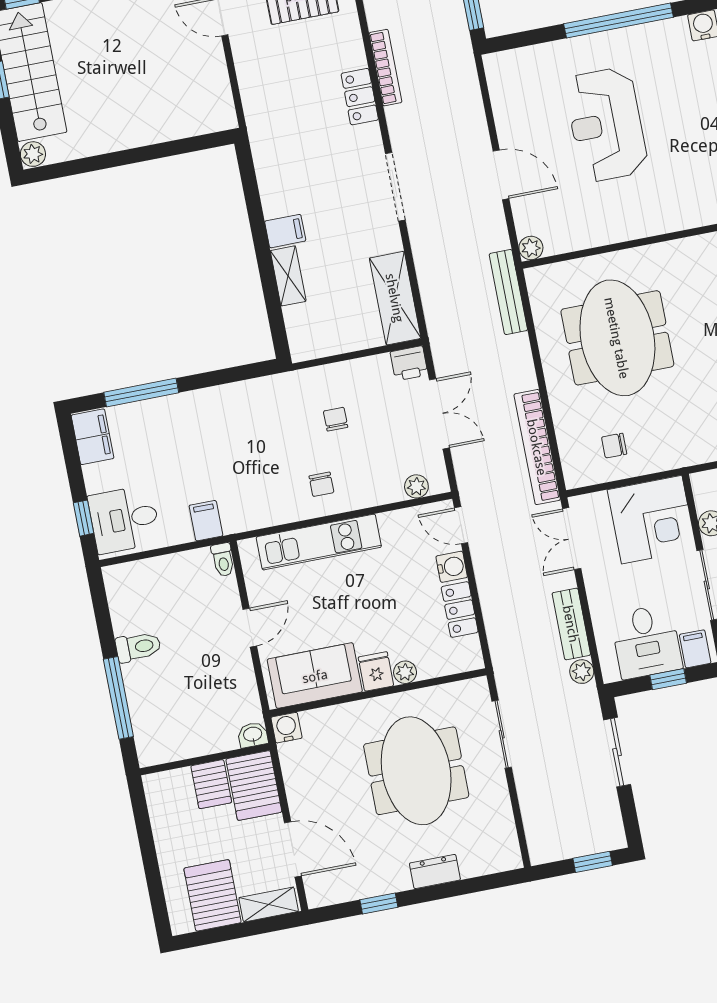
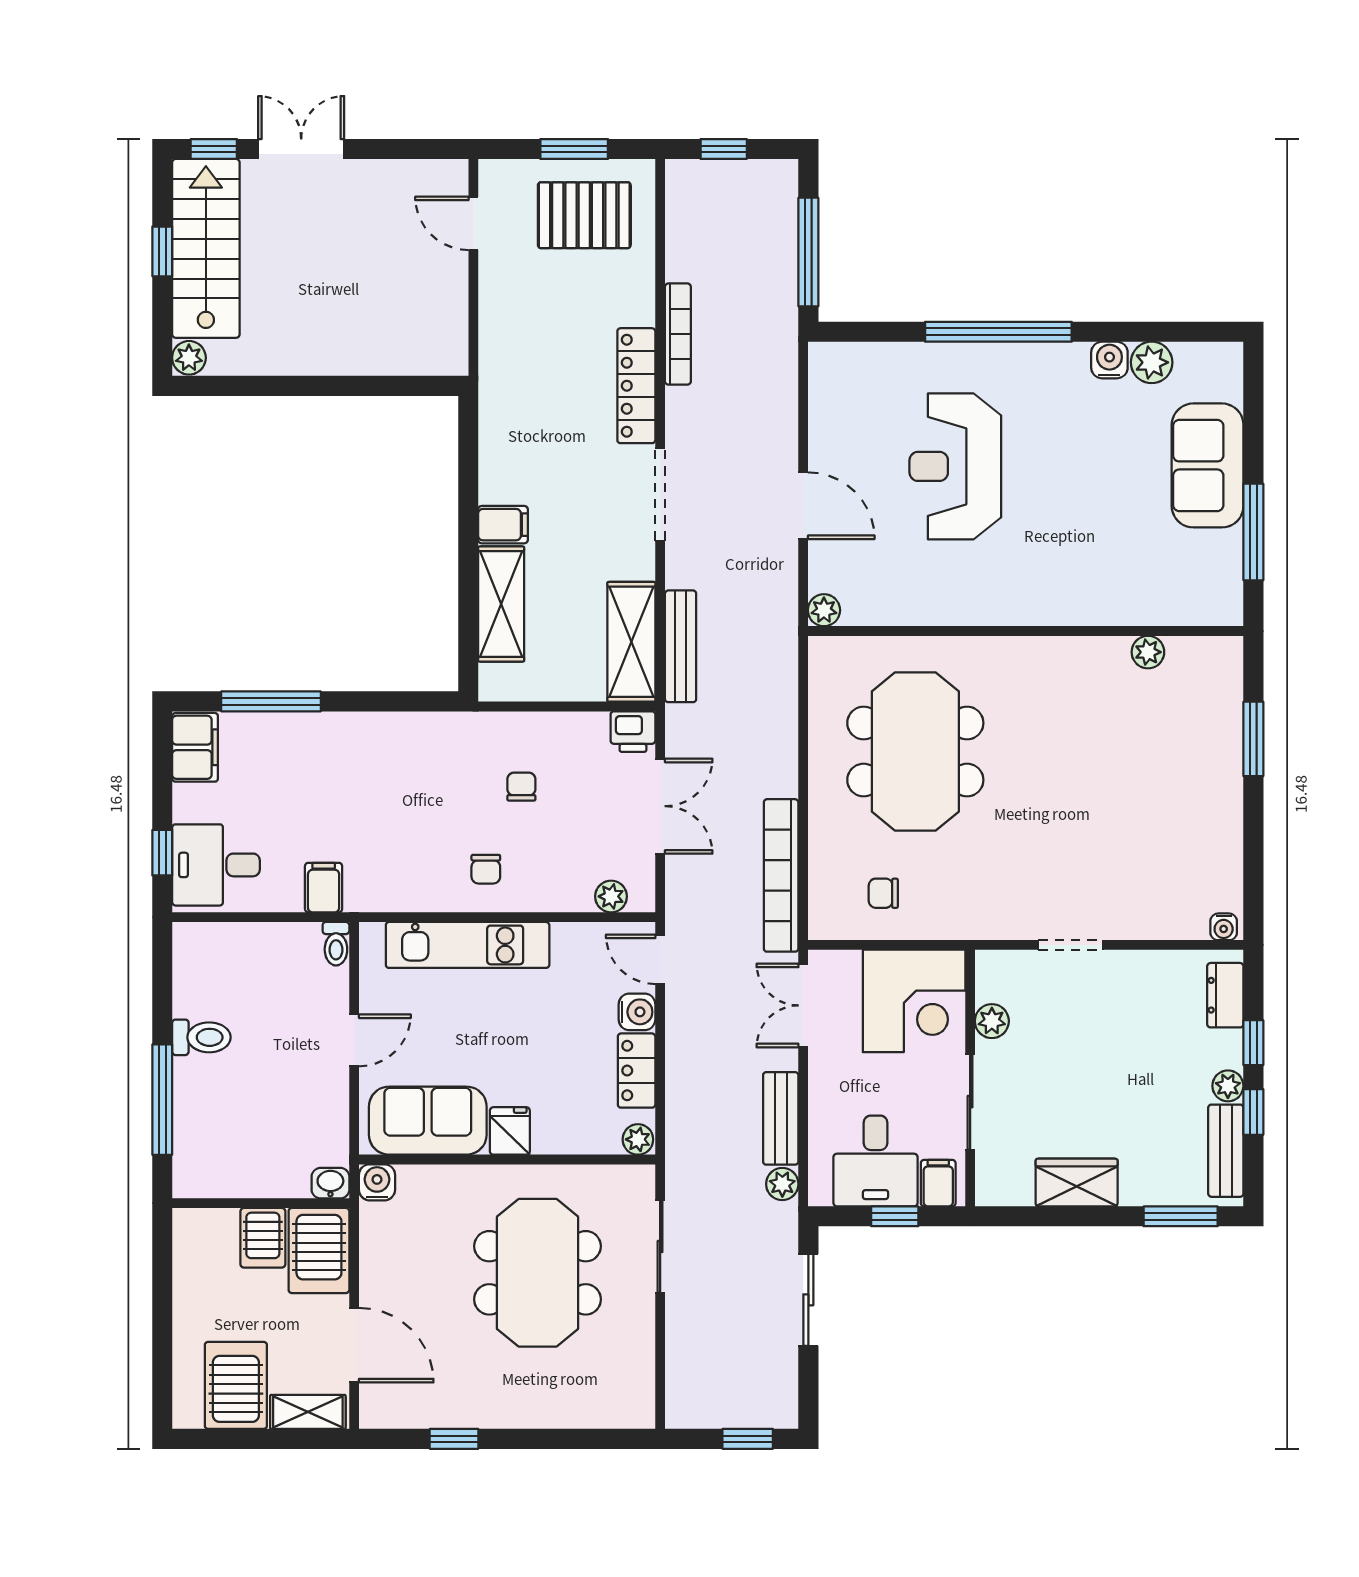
locker: (360, 97) -> (636, 386), width x1.53
shelving: (288, 276) -> (501, 604), width x1.50, depth x1.33
bench: (508, 292) -> (681, 646), moved
plant: (405, 672) -> (638, 1139), moved
dresser: (435, 872) -> (536, 1411), removed

